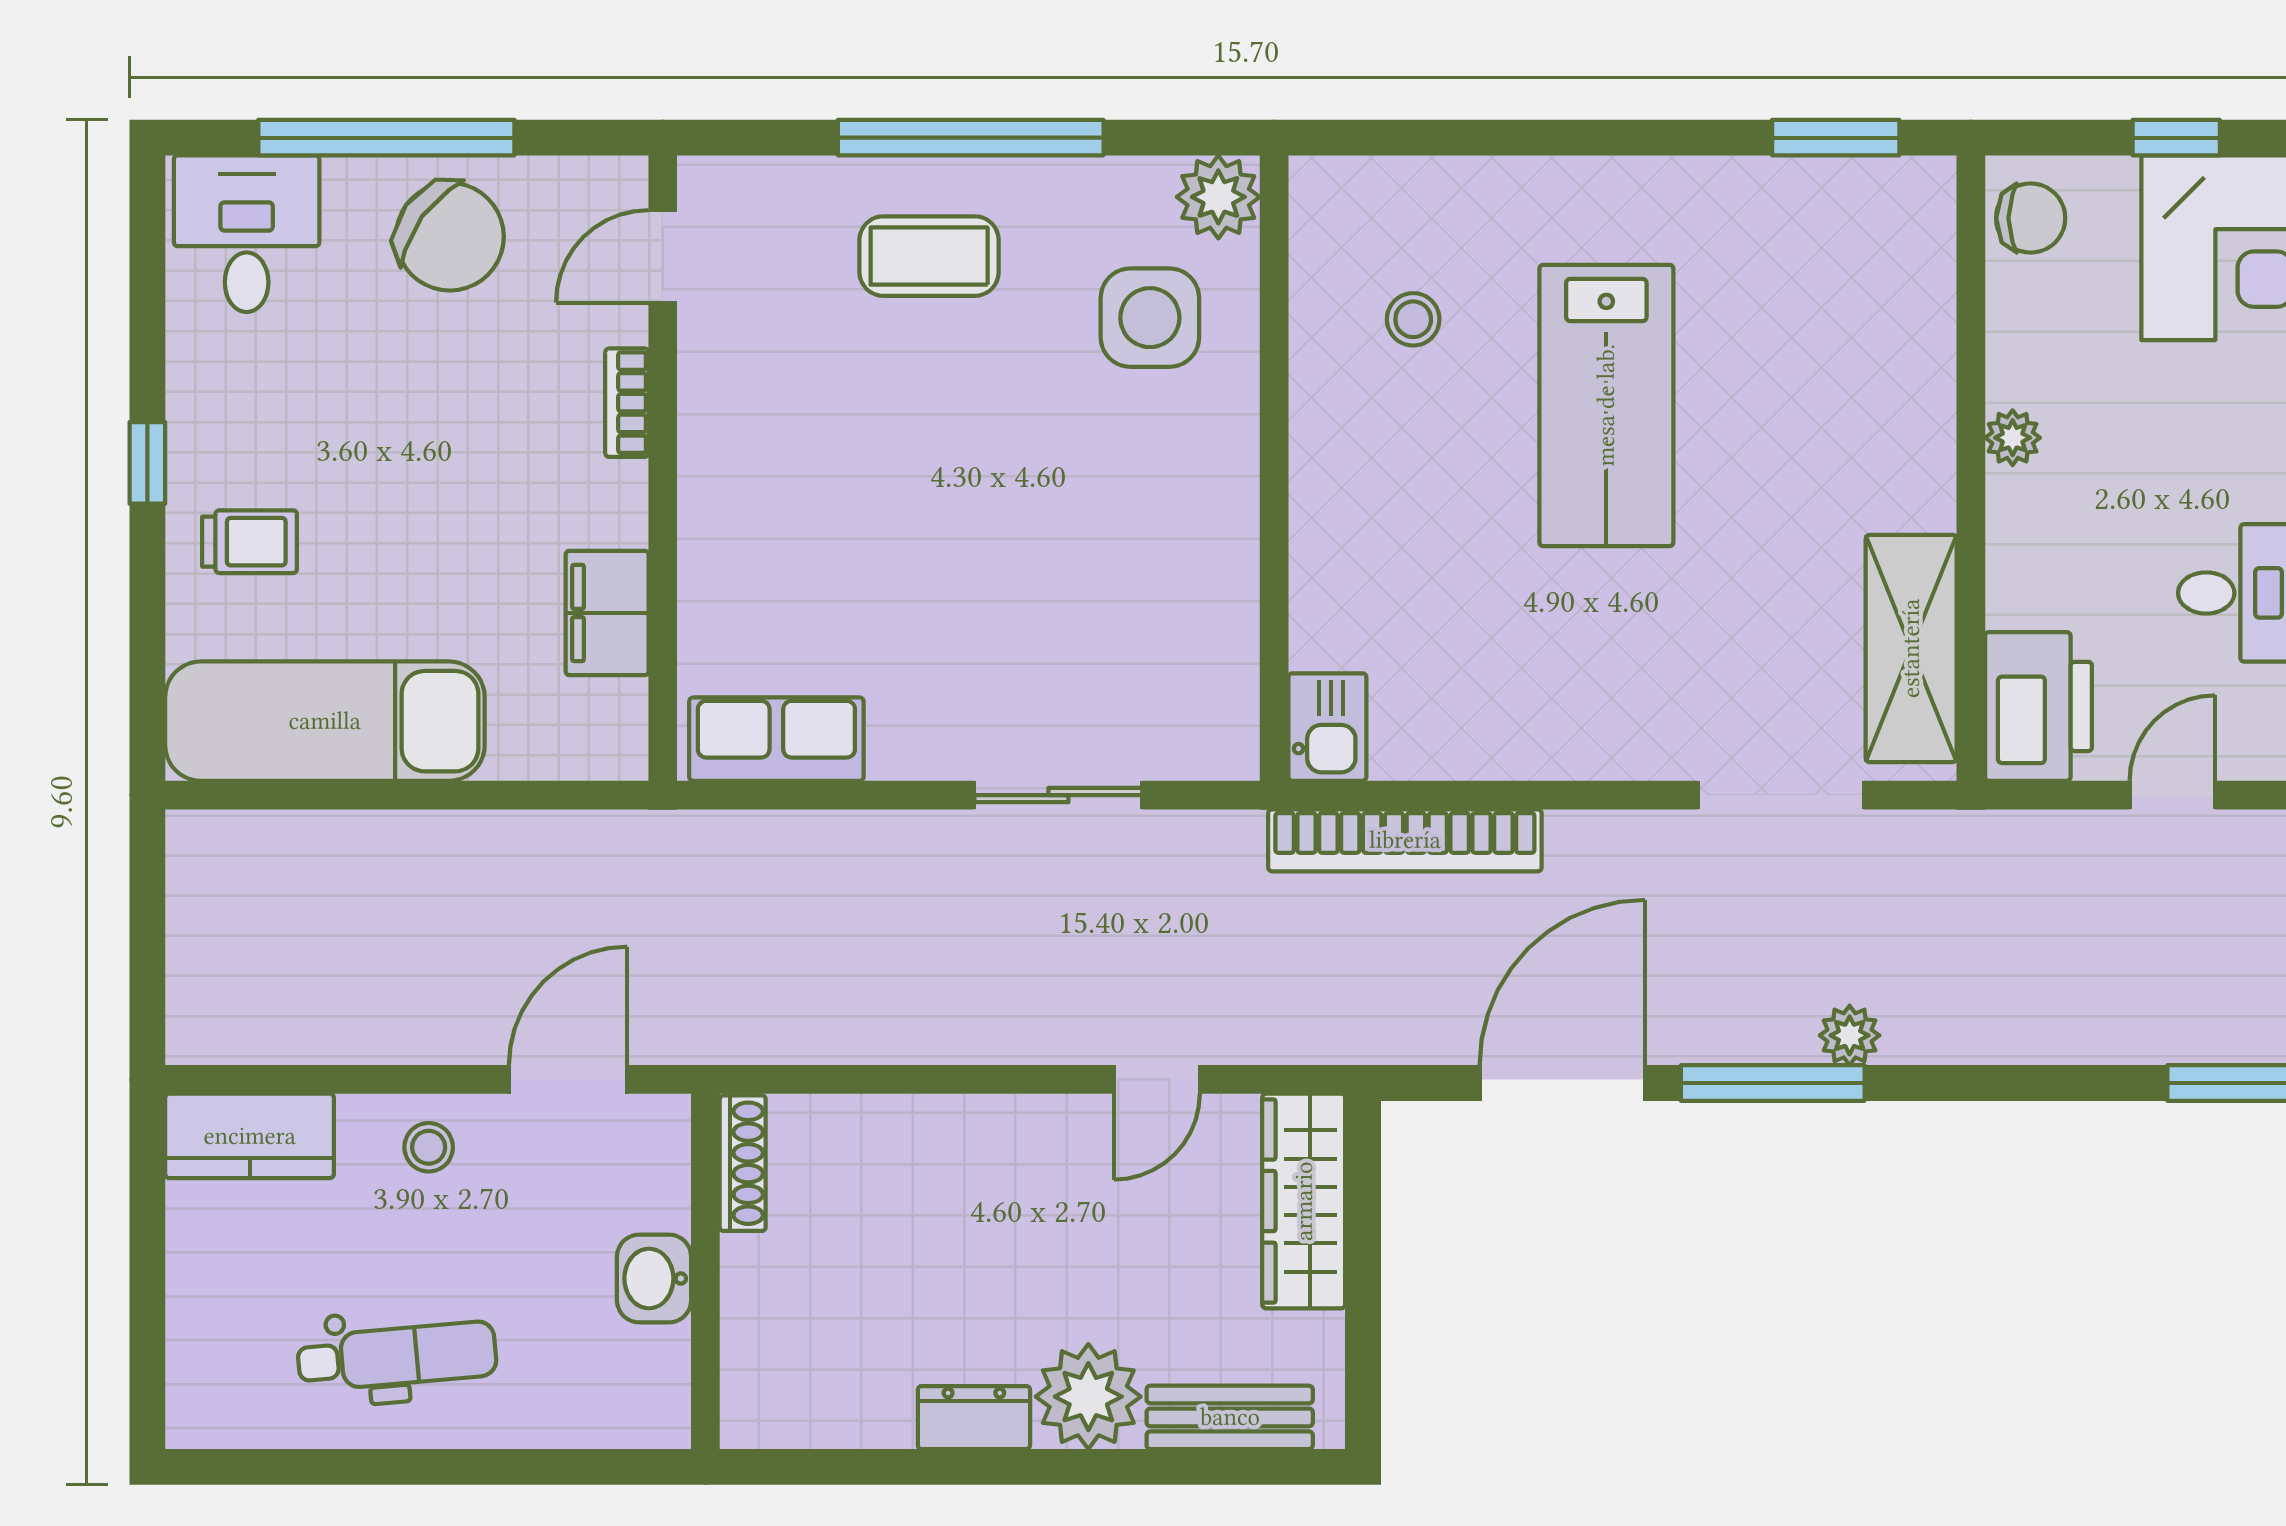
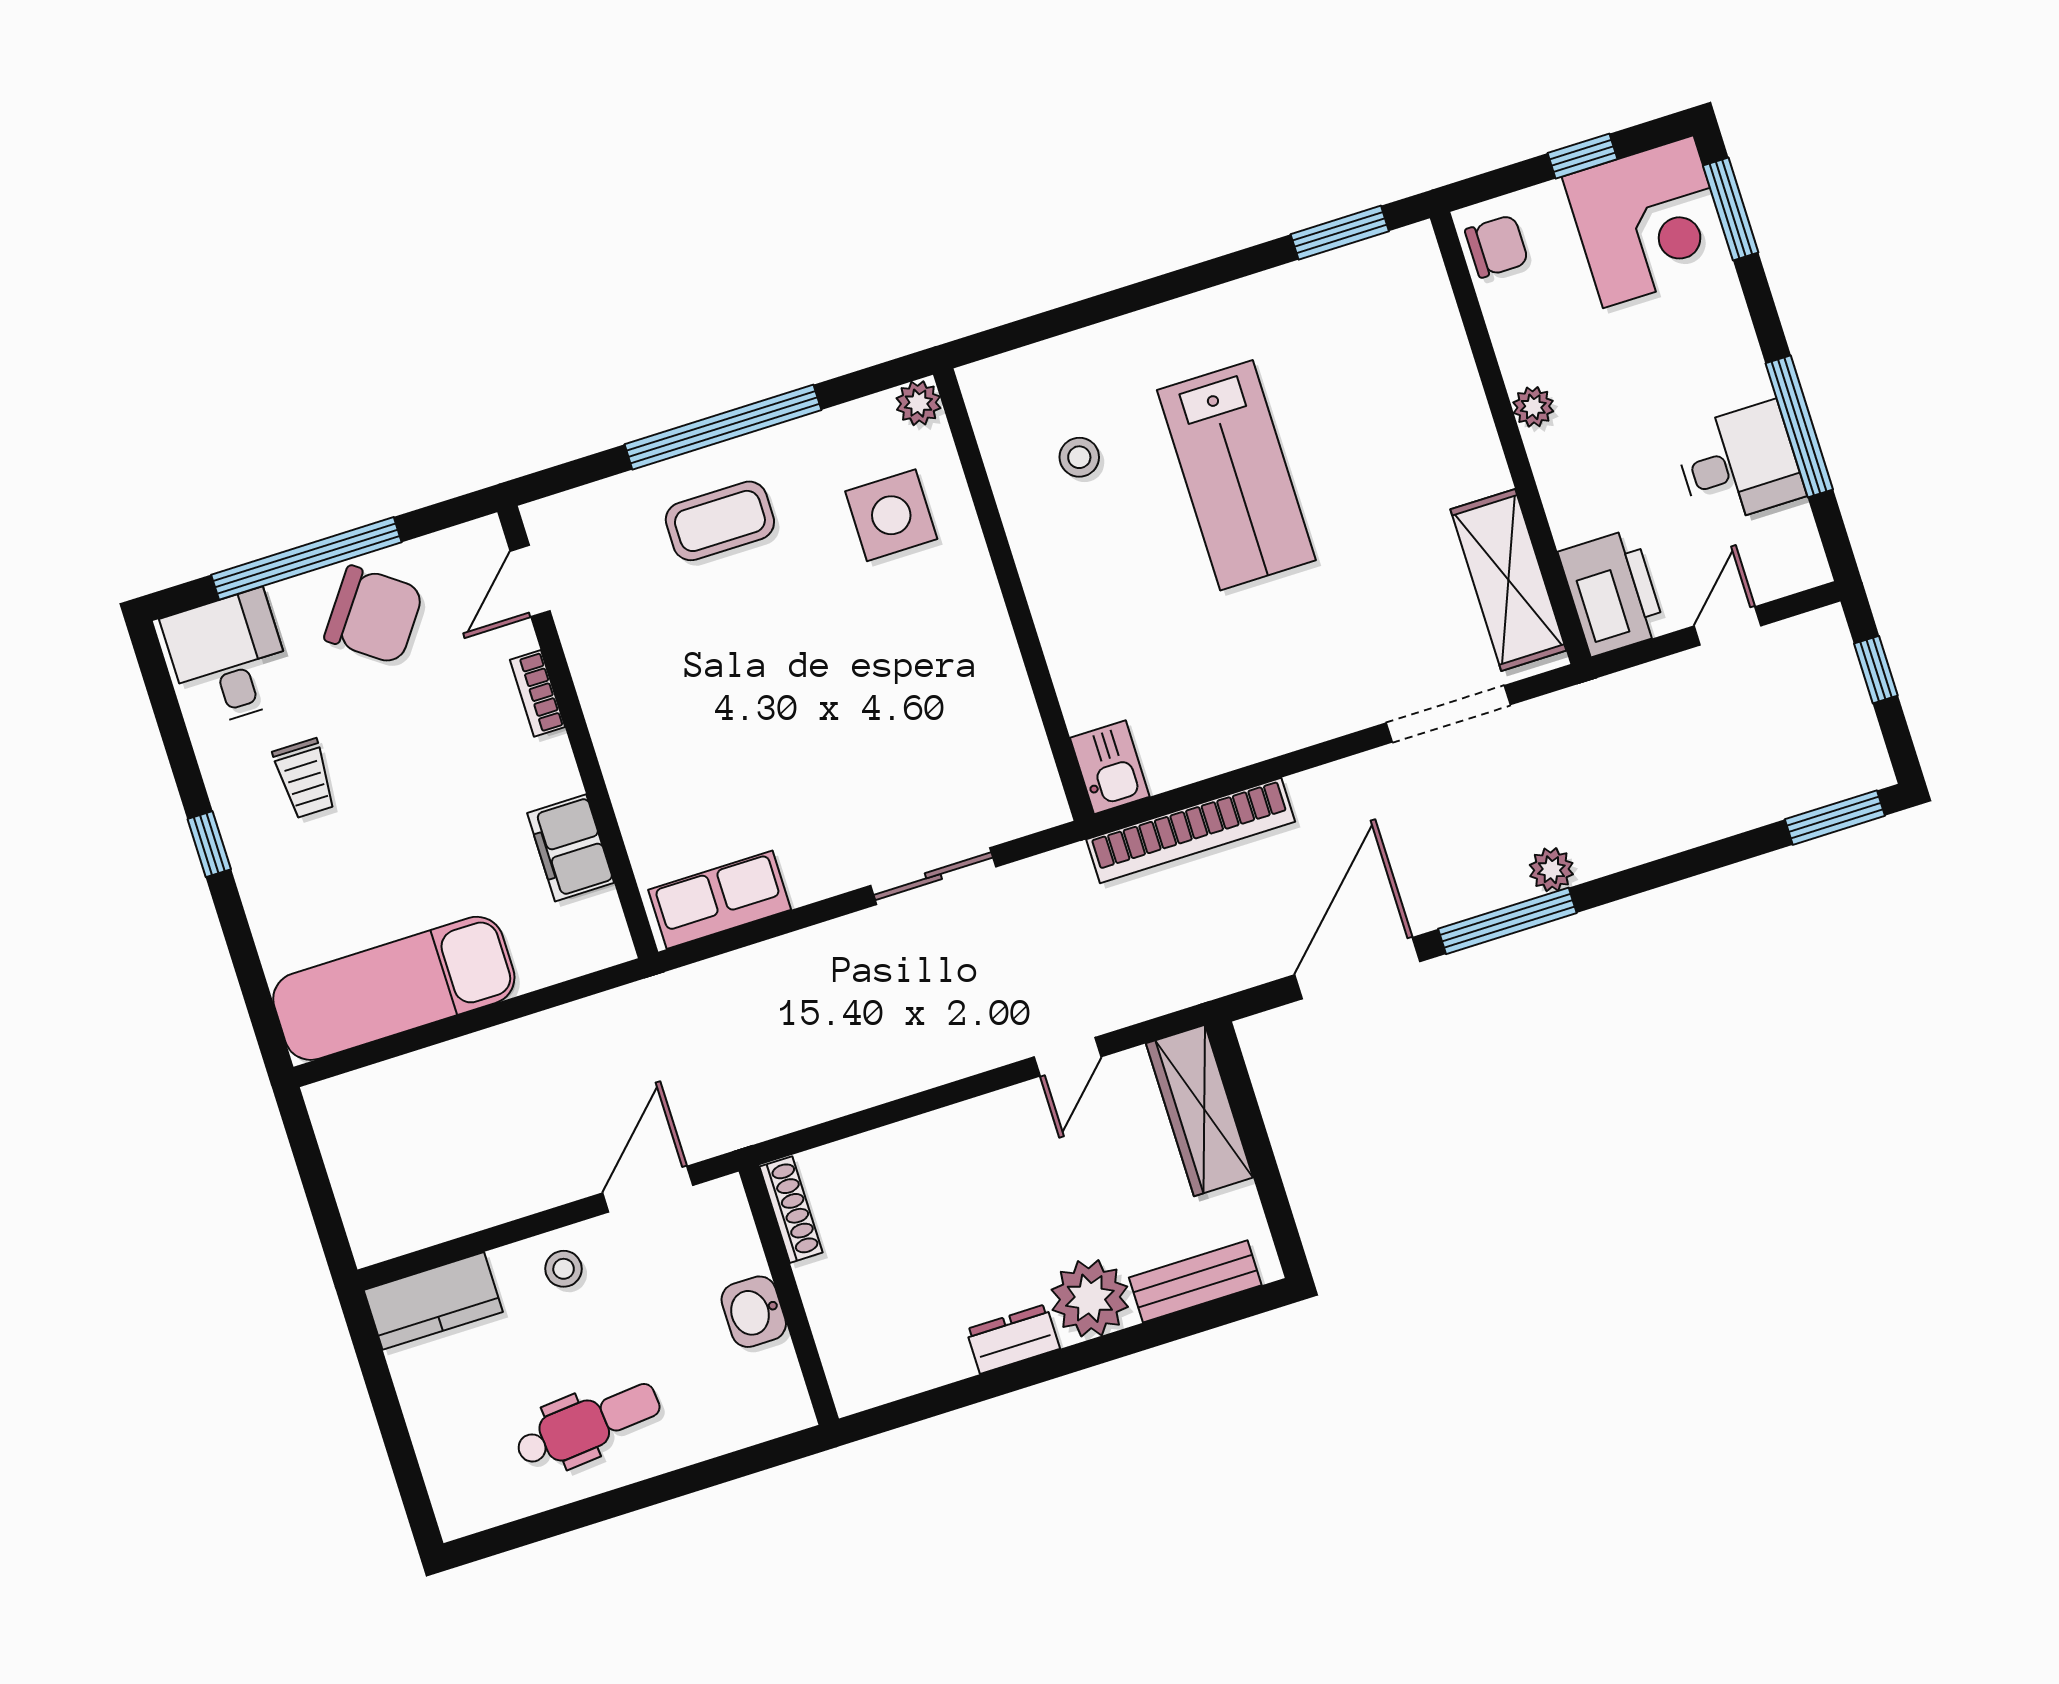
plant: (1218, 197) -> (918, 403), width x0.73, depth x0.73
trolley: (250, 542) -> (305, 778), moved, turned 90

